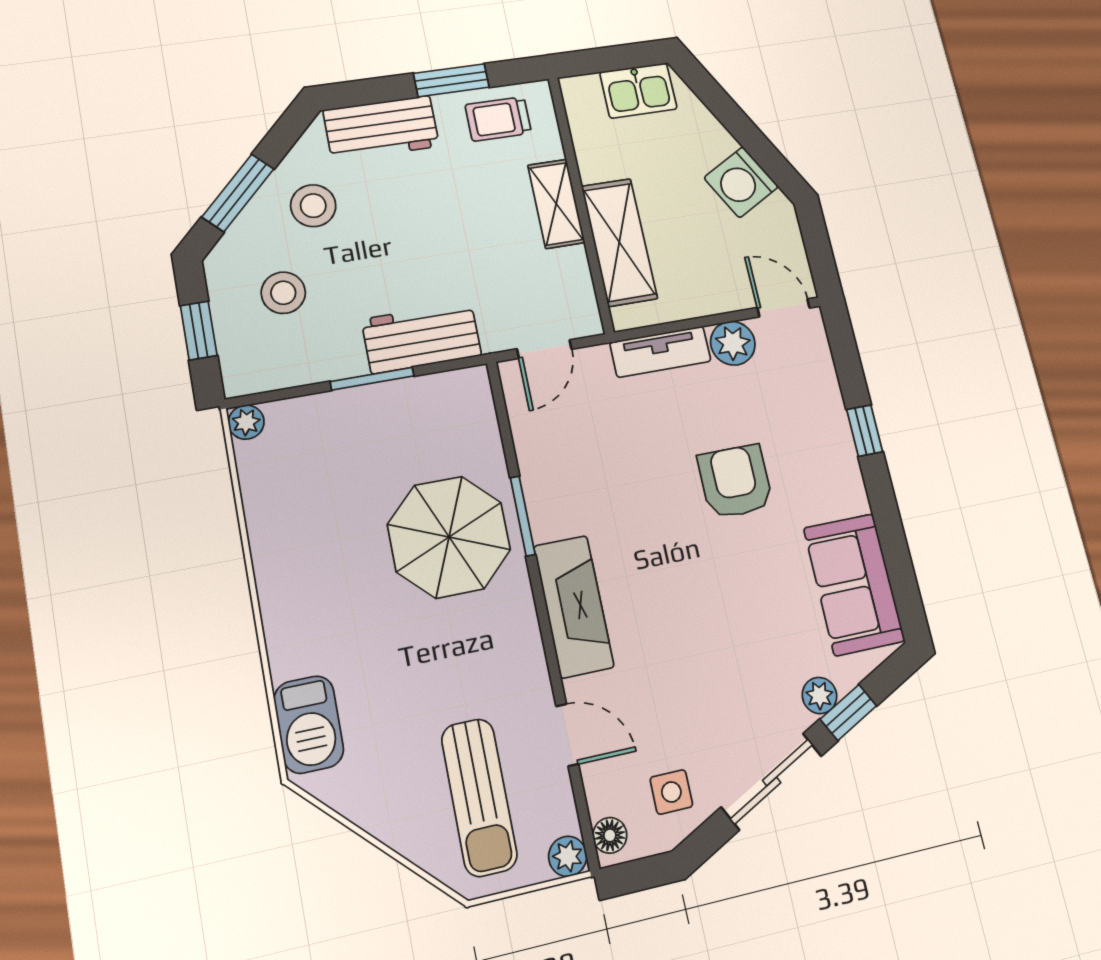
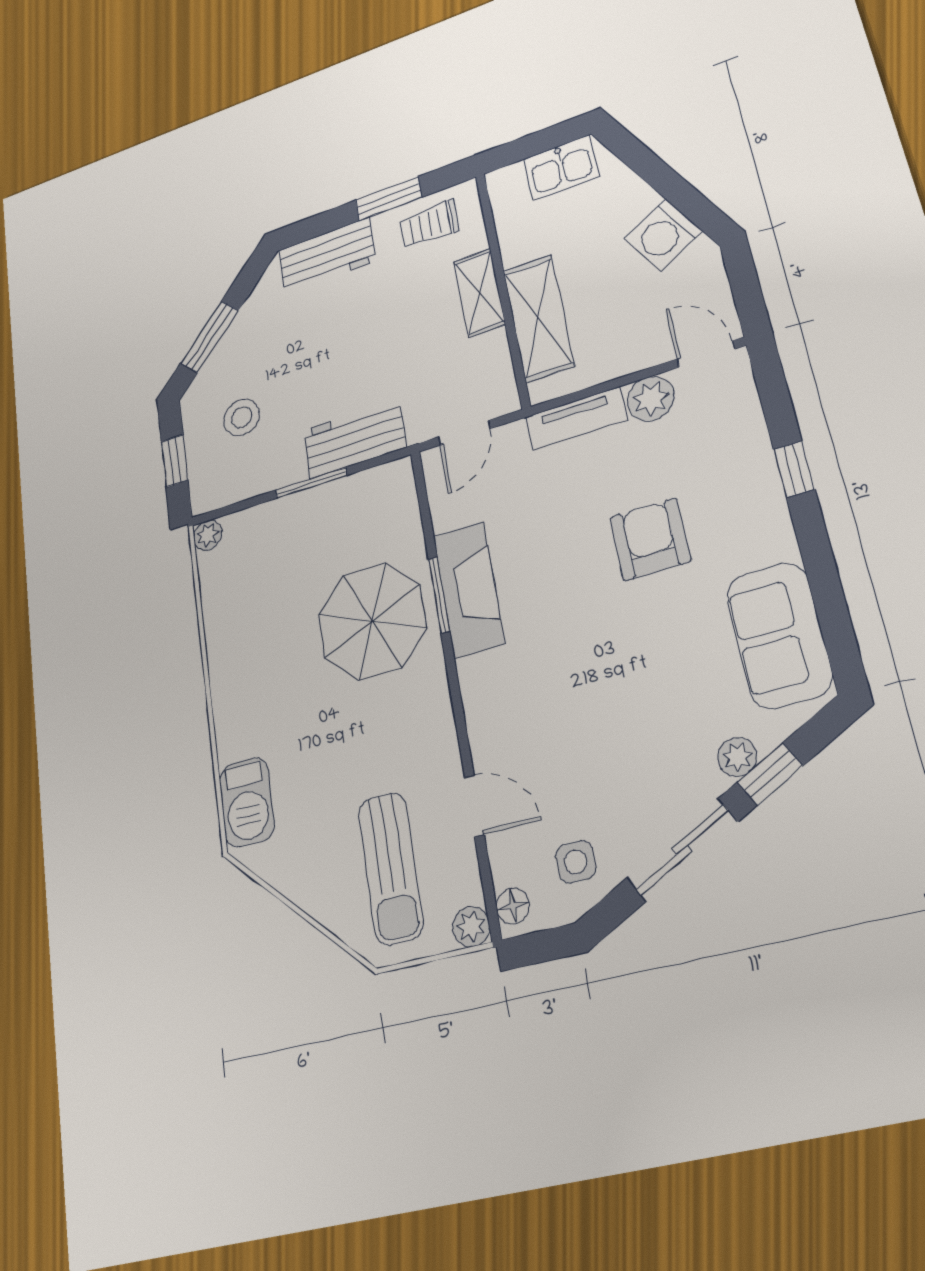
stool: (313, 206) -> (268, 336), removed
fireplace: (574, 606) -> (469, 589), moved

